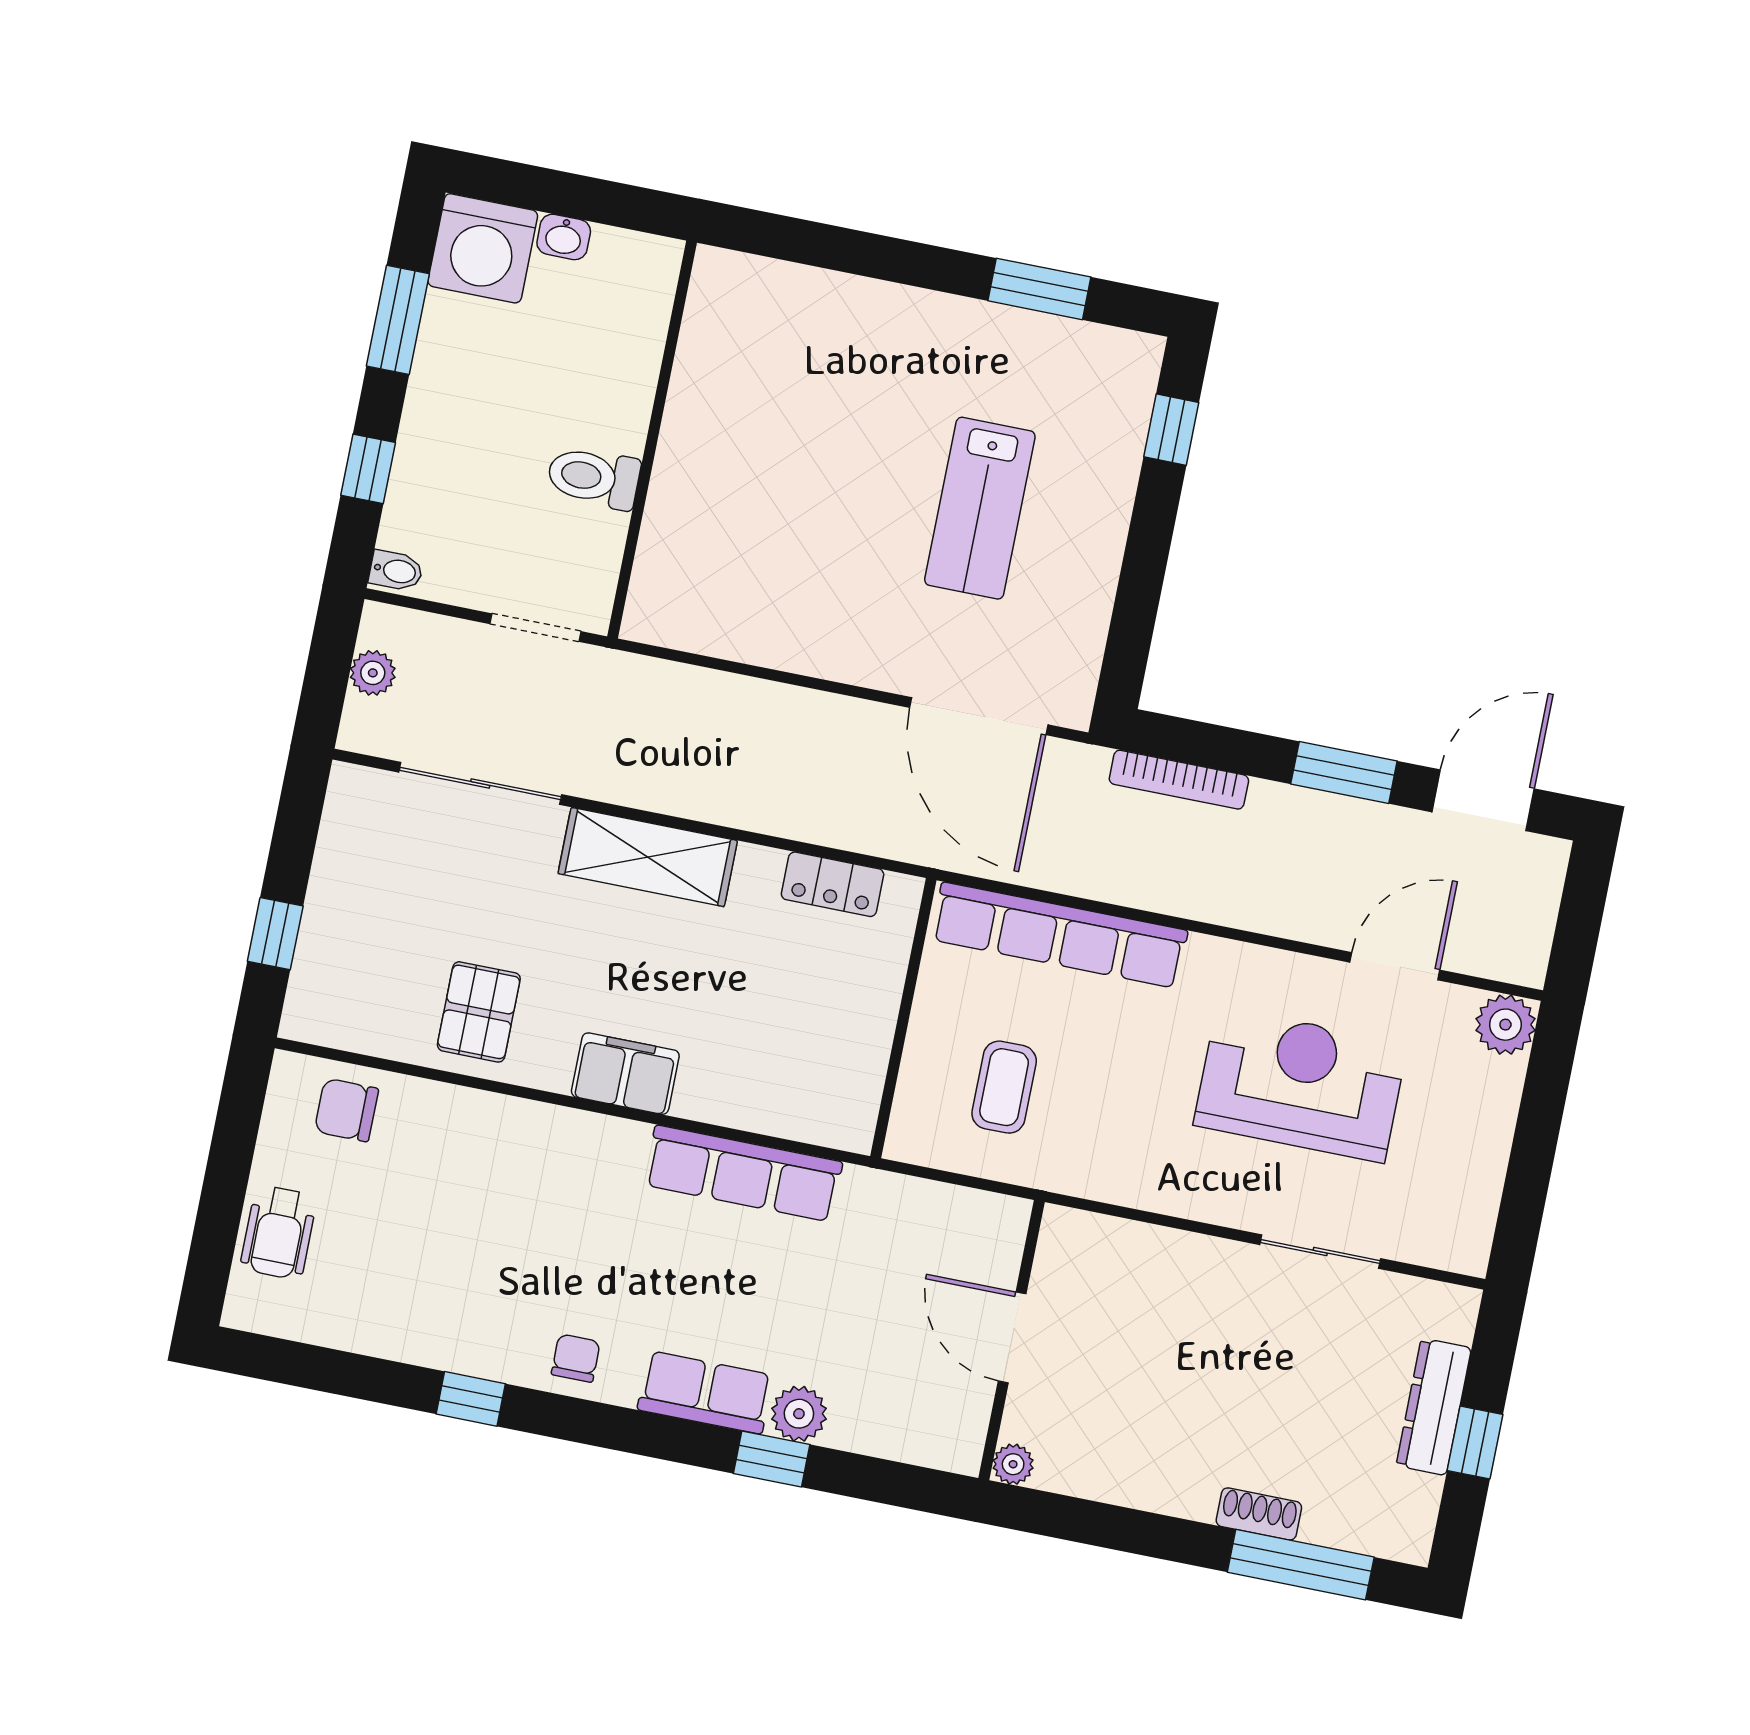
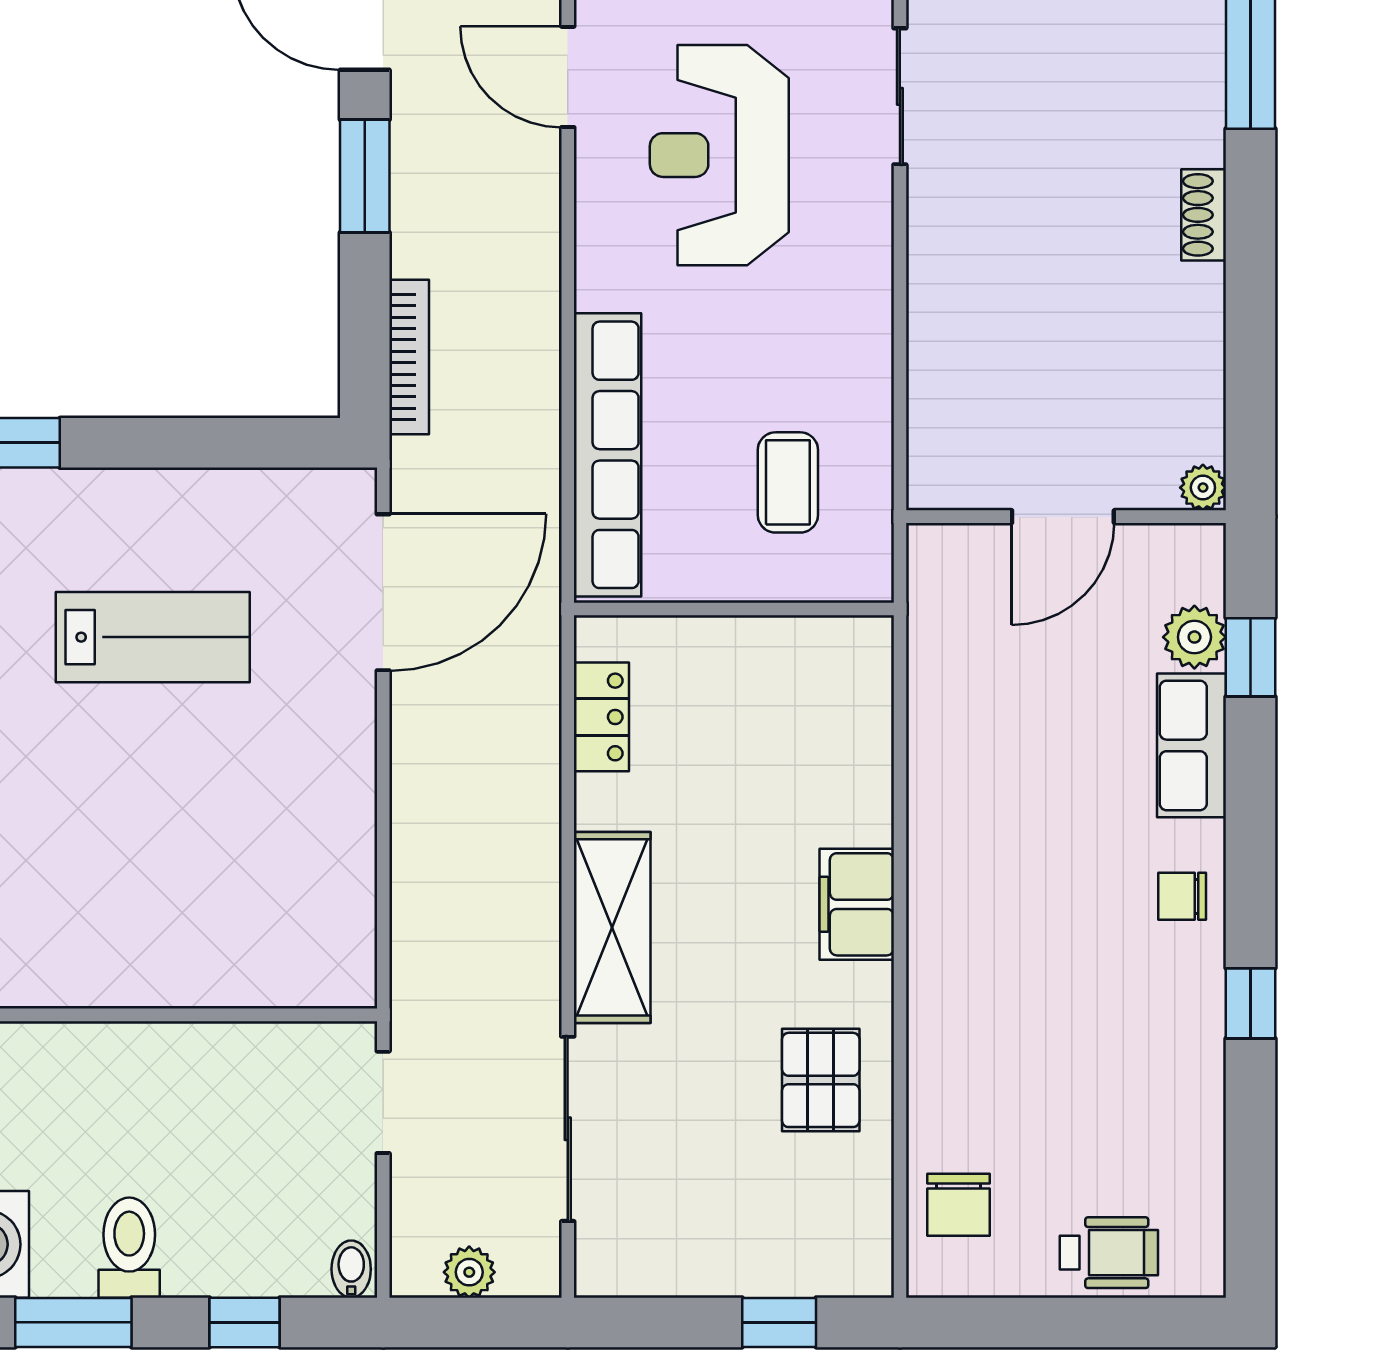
toilet: (594, 477) -> (129, 1248), moved, turned 180
pallet: (479, 1012) -> (821, 1080), turned 90
coffee table: (1004, 1087) -> (788, 482), turned 90
row of seats: (743, 1173) -> (941, 752), removed
door: (1012, 1337) -> (1063, 517), moved
wall: (1012, 1340) -> (1066, 517), moved
plant: (1013, 1464) -> (1203, 488), moved
shoe rack: (1259, 1514) -> (1204, 215), moved

